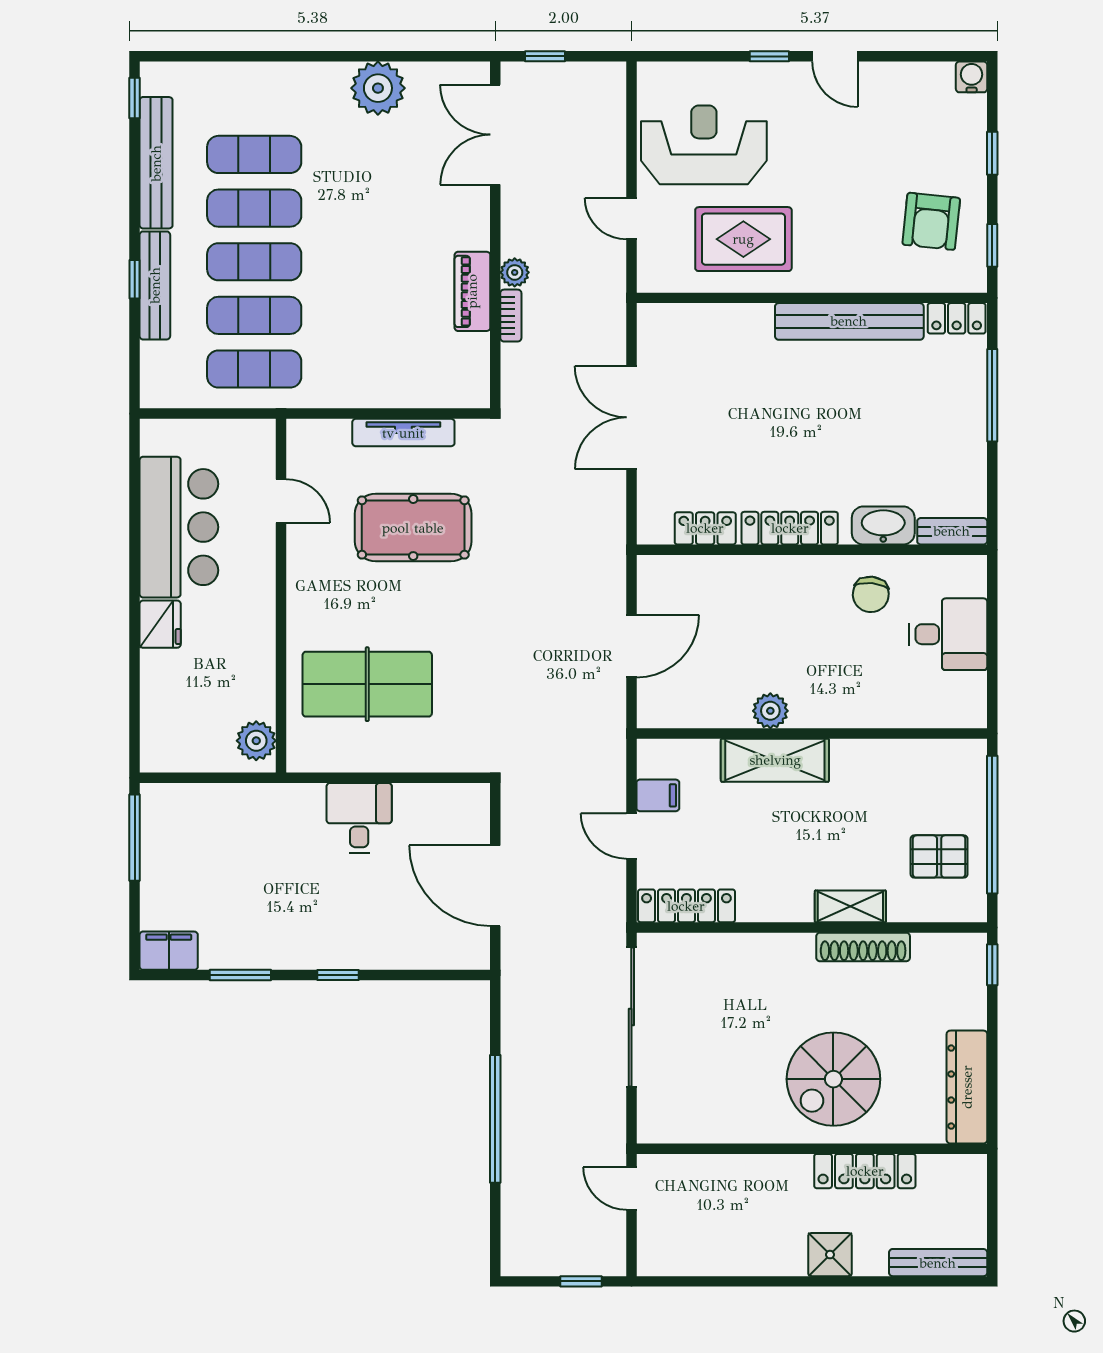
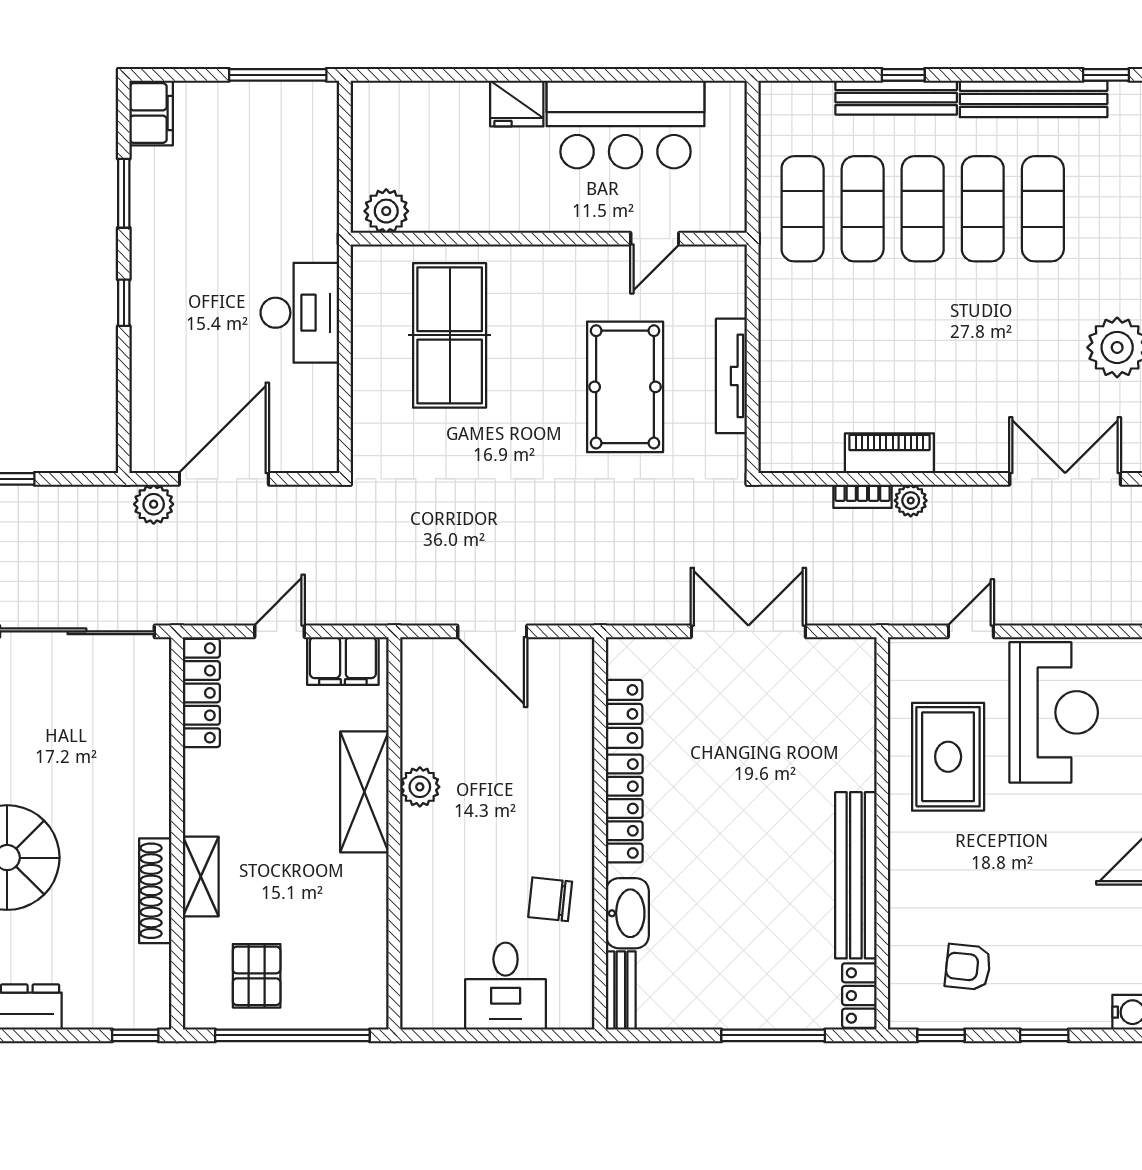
armchair: (931, 221) -> (968, 967), width x0.72, depth x0.72
filing cabinet: (658, 795) -> (343, 661), width x2.00
desk: (359, 818) -> (300, 313), width x1.37
plant: (518, 948) -> (154, 504), added

